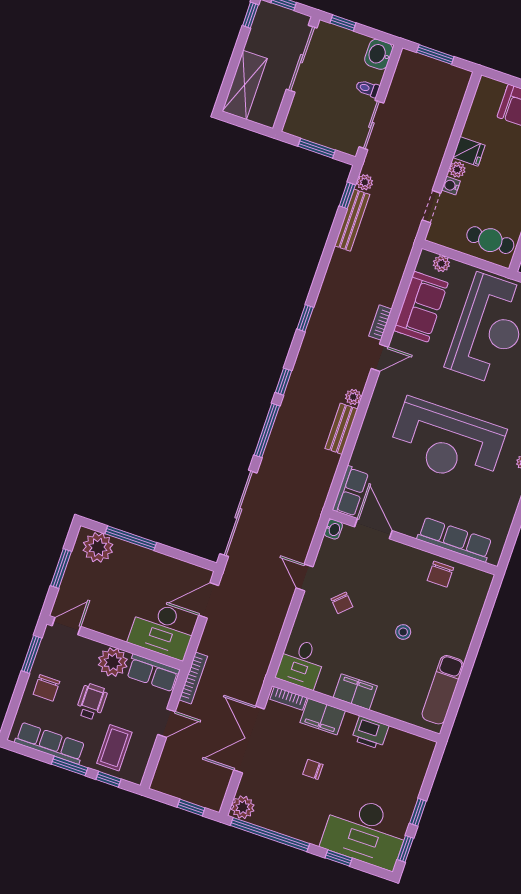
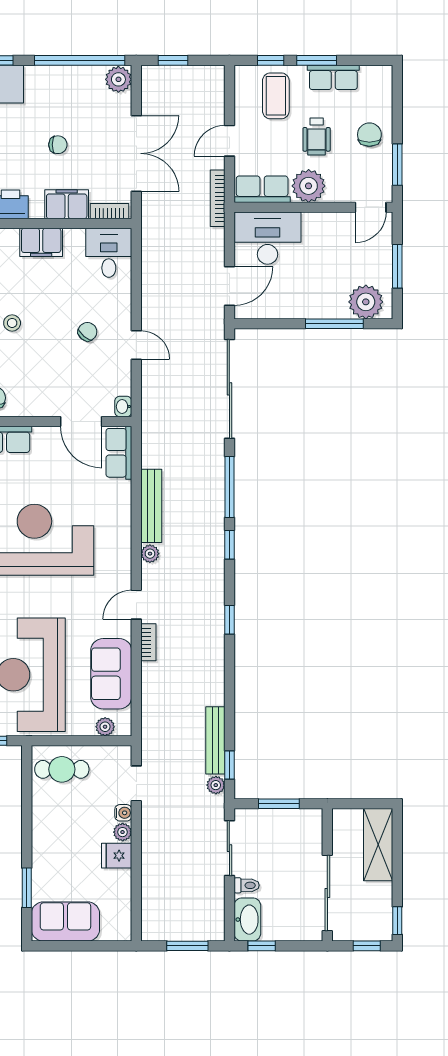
window: (343, 23) -> (262, 946), moved
washbasin: (379, 54) -> (247, 920), width x1.38
bench: (341, 429) -> (151, 506), width x1.36
chair: (342, 603) -> (87, 332), turned 84
row of seats: (50, 743) -> (333, 77), width x0.68

